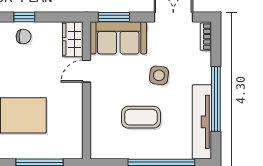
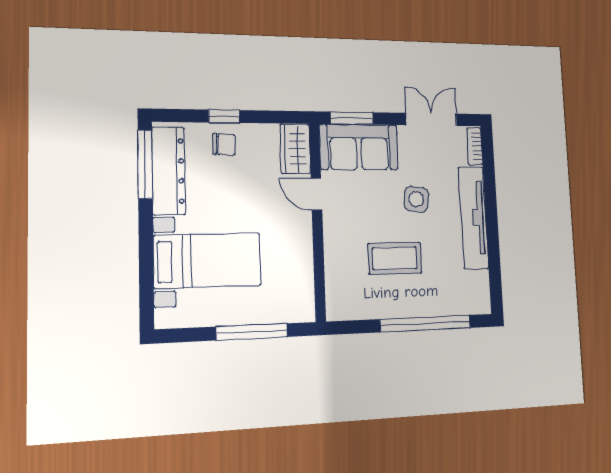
door: (87, 71) -> (316, 194), hinge flipped
window: (216, 99) -> (492, 231), removed
tv unit: (202, 122) -> (473, 217), moved

